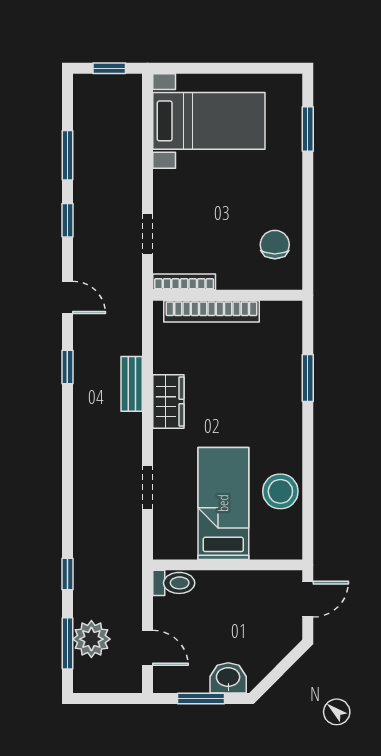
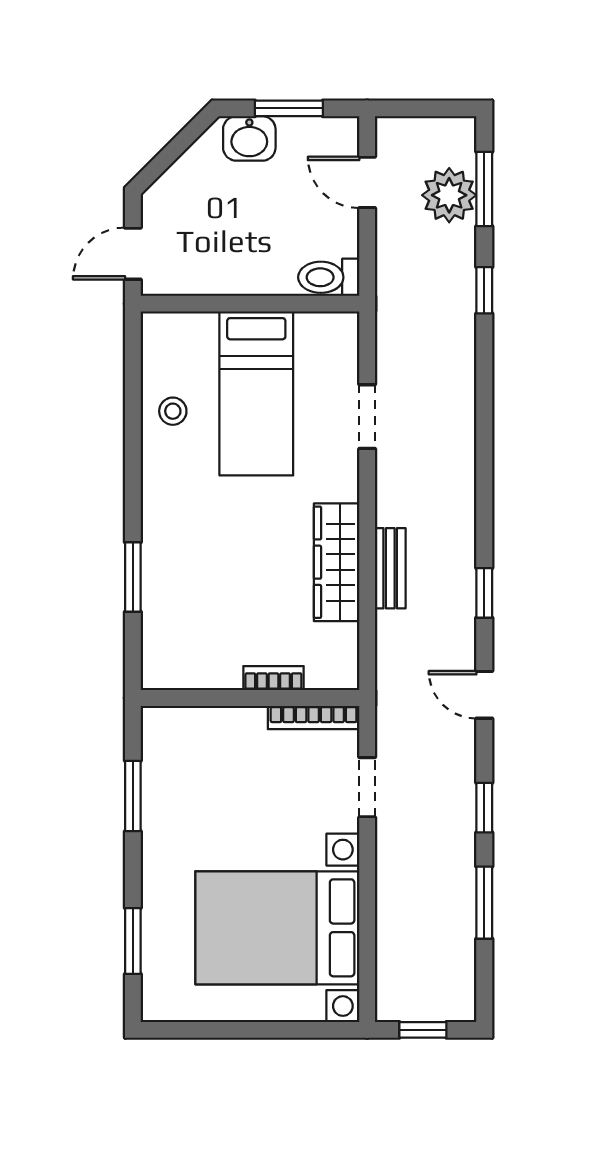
bed with nightstands: (209, 121) -> (277, 928), width x1.36
window: (308, 228) -> (133, 796), added
chair: (275, 245) -> (181, 772), removed
bookcase: (212, 311) -> (273, 678), width x0.43, depth x0.76
wardrobe: (168, 401) -> (337, 562), width x1.50
stool: (280, 491) -> (173, 411), width x0.53, depth x0.53

